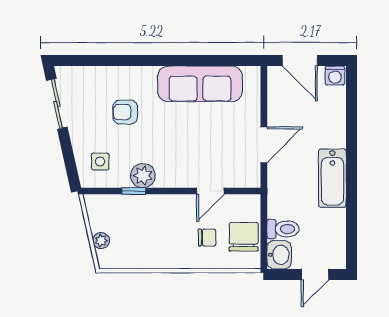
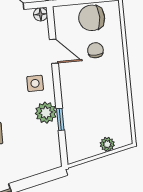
side table: (100, 161) -> (35, 83), moved
floor lamp: (253, 180) -> (41, 14), added

